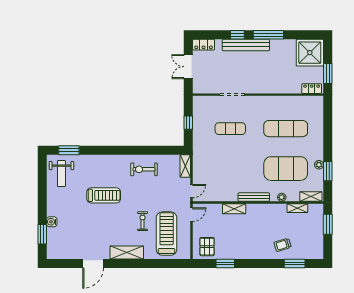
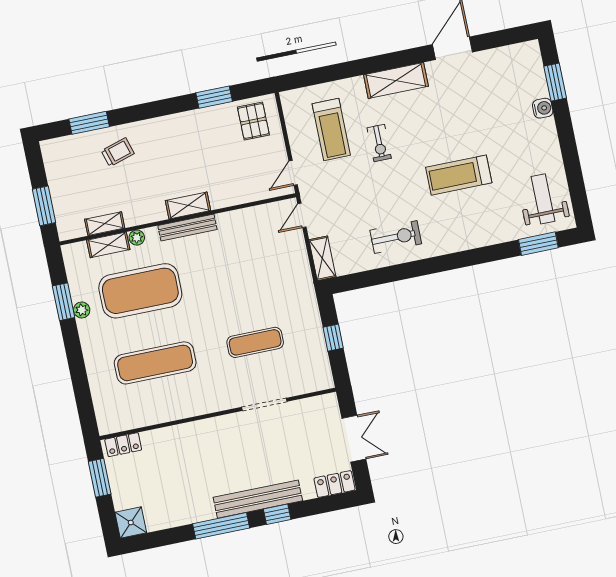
shower: (310, 53) -> (131, 523), width x0.54, depth x0.54
shelving: (311, 196) -> (108, 245), moved
shelving: (234, 209) -> (188, 205), moved
treadmill: (167, 234) -> (331, 129), width x0.73, depth x0.73

